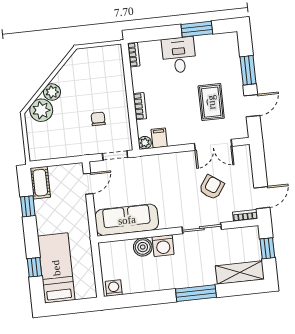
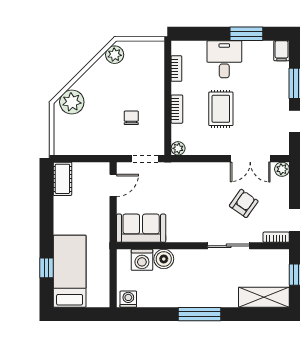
bookcase: (134, 55) -> (176, 69), moved
plant: (52, 92) -> (115, 55), moved
rug: (211, 102) -> (221, 109), moved
filing cabinet: (159, 138) -> (282, 51), moved, turned 180
plant: (244, 152) -> (282, 169), added
window: (28, 206) -> (46, 202), removed
sofa: (127, 220) -> (141, 228), width x0.73
washing machine: (163, 246) -> (142, 260), moved
window: (196, 293) -> (199, 314), moved

